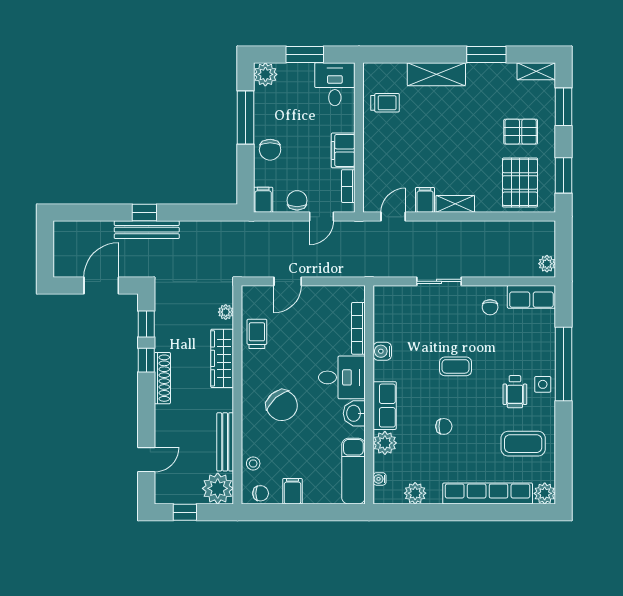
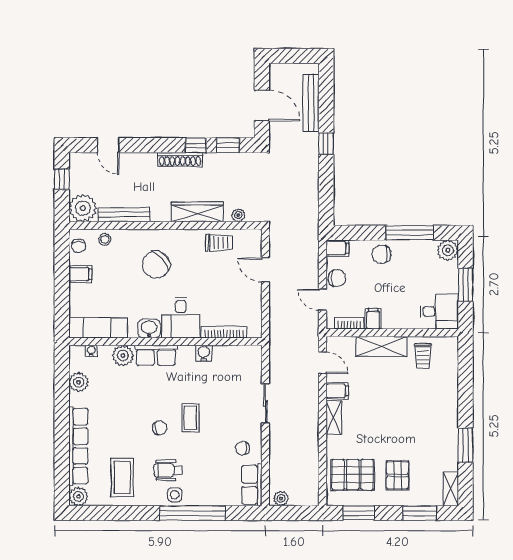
shelving: (436, 74) -> (381, 346), moved, turned 90
filing cabinet: (343, 150) -> (373, 319), width x0.50
bench: (147, 230) -> (311, 103), moved
chair: (444, 426) -> (160, 428), moved, turned -101

